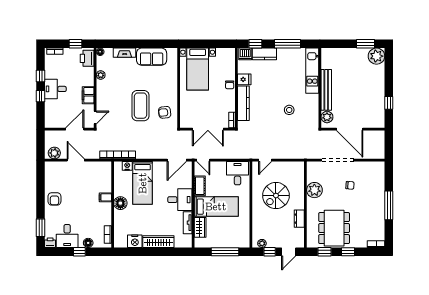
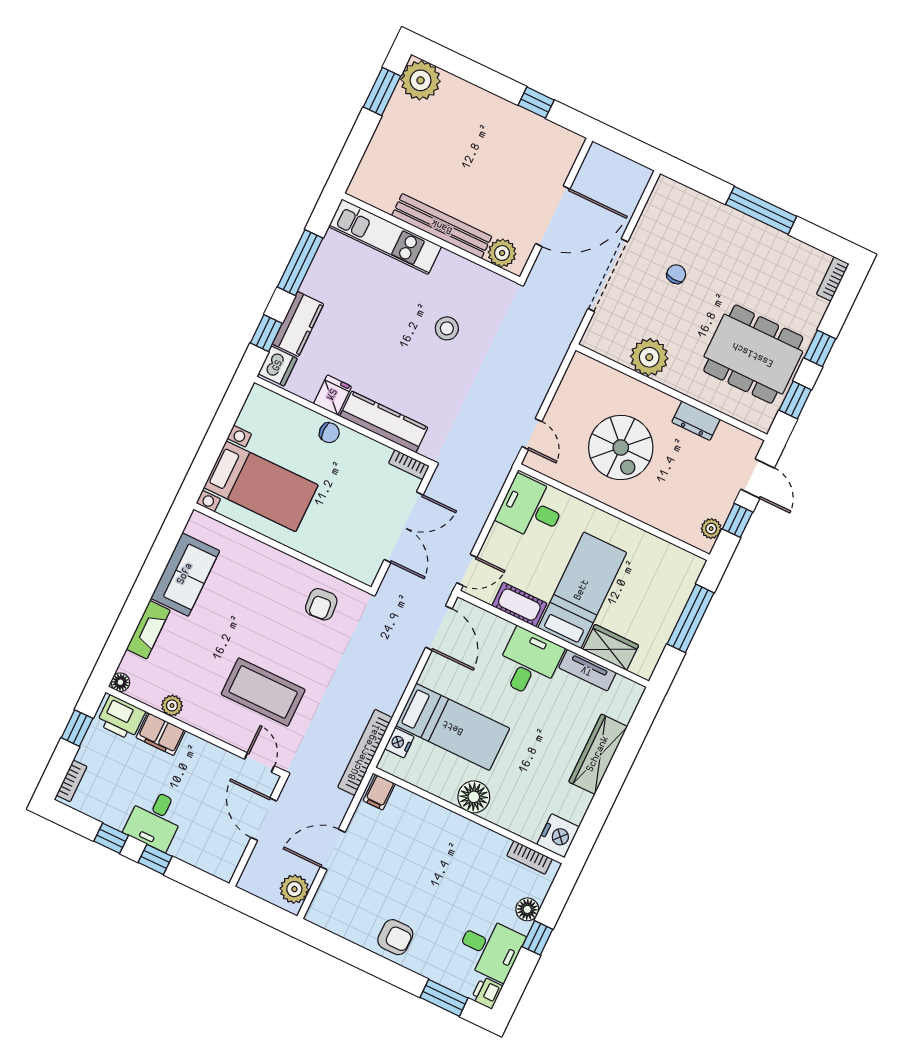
filing cabinet: (88, 95) -> (161, 734), moved
coffee table: (140, 106) -> (263, 692), moved
filing cabinet: (105, 197) -> (379, 792), moved
nightstand: (135, 241) -> (558, 836), moved

